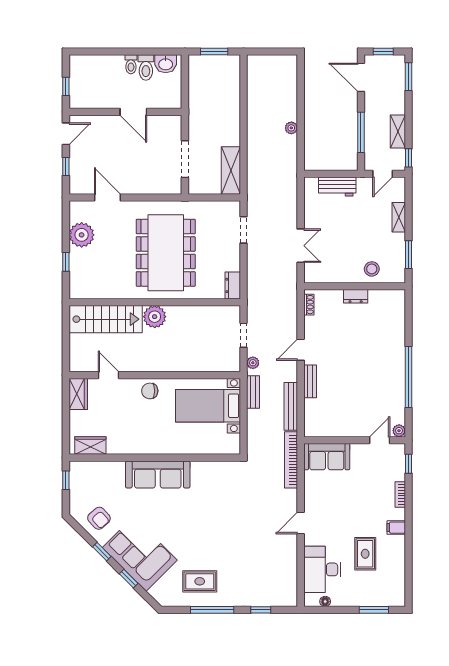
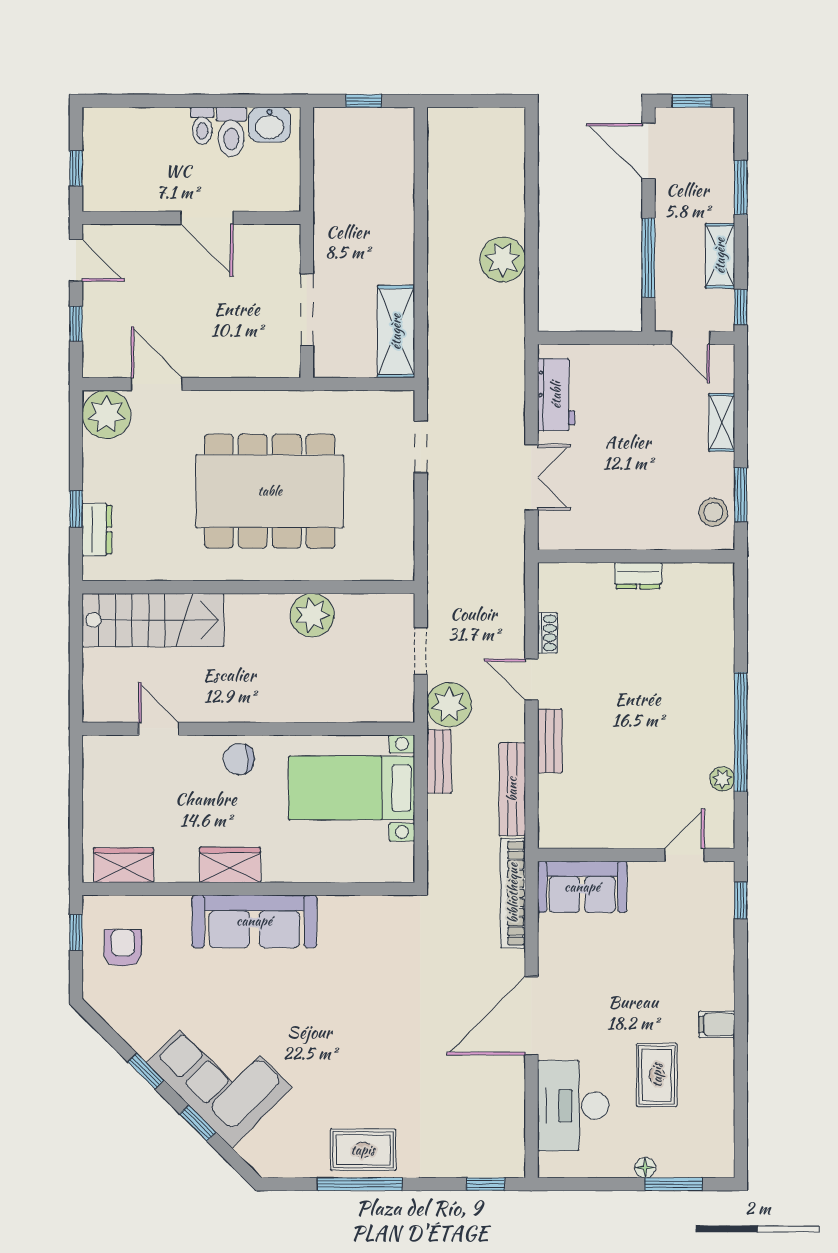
window: (214, 52) -> (364, 101), width x0.67
window: (409, 77) -> (741, 187), moved
plant: (291, 128) -> (503, 260), width x1.87, depth x1.87
door: (66, 134) -> (76, 260), hinge flipped
door: (383, 174) -> (690, 338), hinge flipped
workbench: (337, 186) -> (556, 395), moved, turned -90
plant: (82, 235) -> (106, 414), moved
dining table: (166, 253) -> (270, 491), turned 90
stool: (372, 269) -> (713, 512), moved
dresser: (233, 285) -> (97, 530), moved, turned 180
shoe rack: (309, 305) -> (547, 633), moved
plant: (155, 317) -> (312, 615), moved
door: (301, 350) -> (531, 680), hinge flipped
plant: (253, 363) -> (449, 705), width x1.87, depth x1.87
wardrobe: (78, 394) -> (230, 865), moved, turned -90
plant: (399, 431) -> (722, 779), moved
bookcase: (400, 495) -> (725, 960), removed
armchair: (99, 518) -> (123, 948), moved, turned -138
door: (301, 523) -> (531, 1016), width x1.88
rug: (200, 581) -> (363, 1150), moved
floor lamp: (325, 601) -> (645, 1168), moved
window: (261, 610) -> (486, 1184), moved

